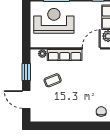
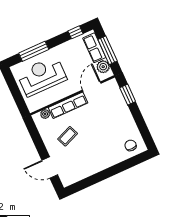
window: (26, 72) -> (37, 140), removed

